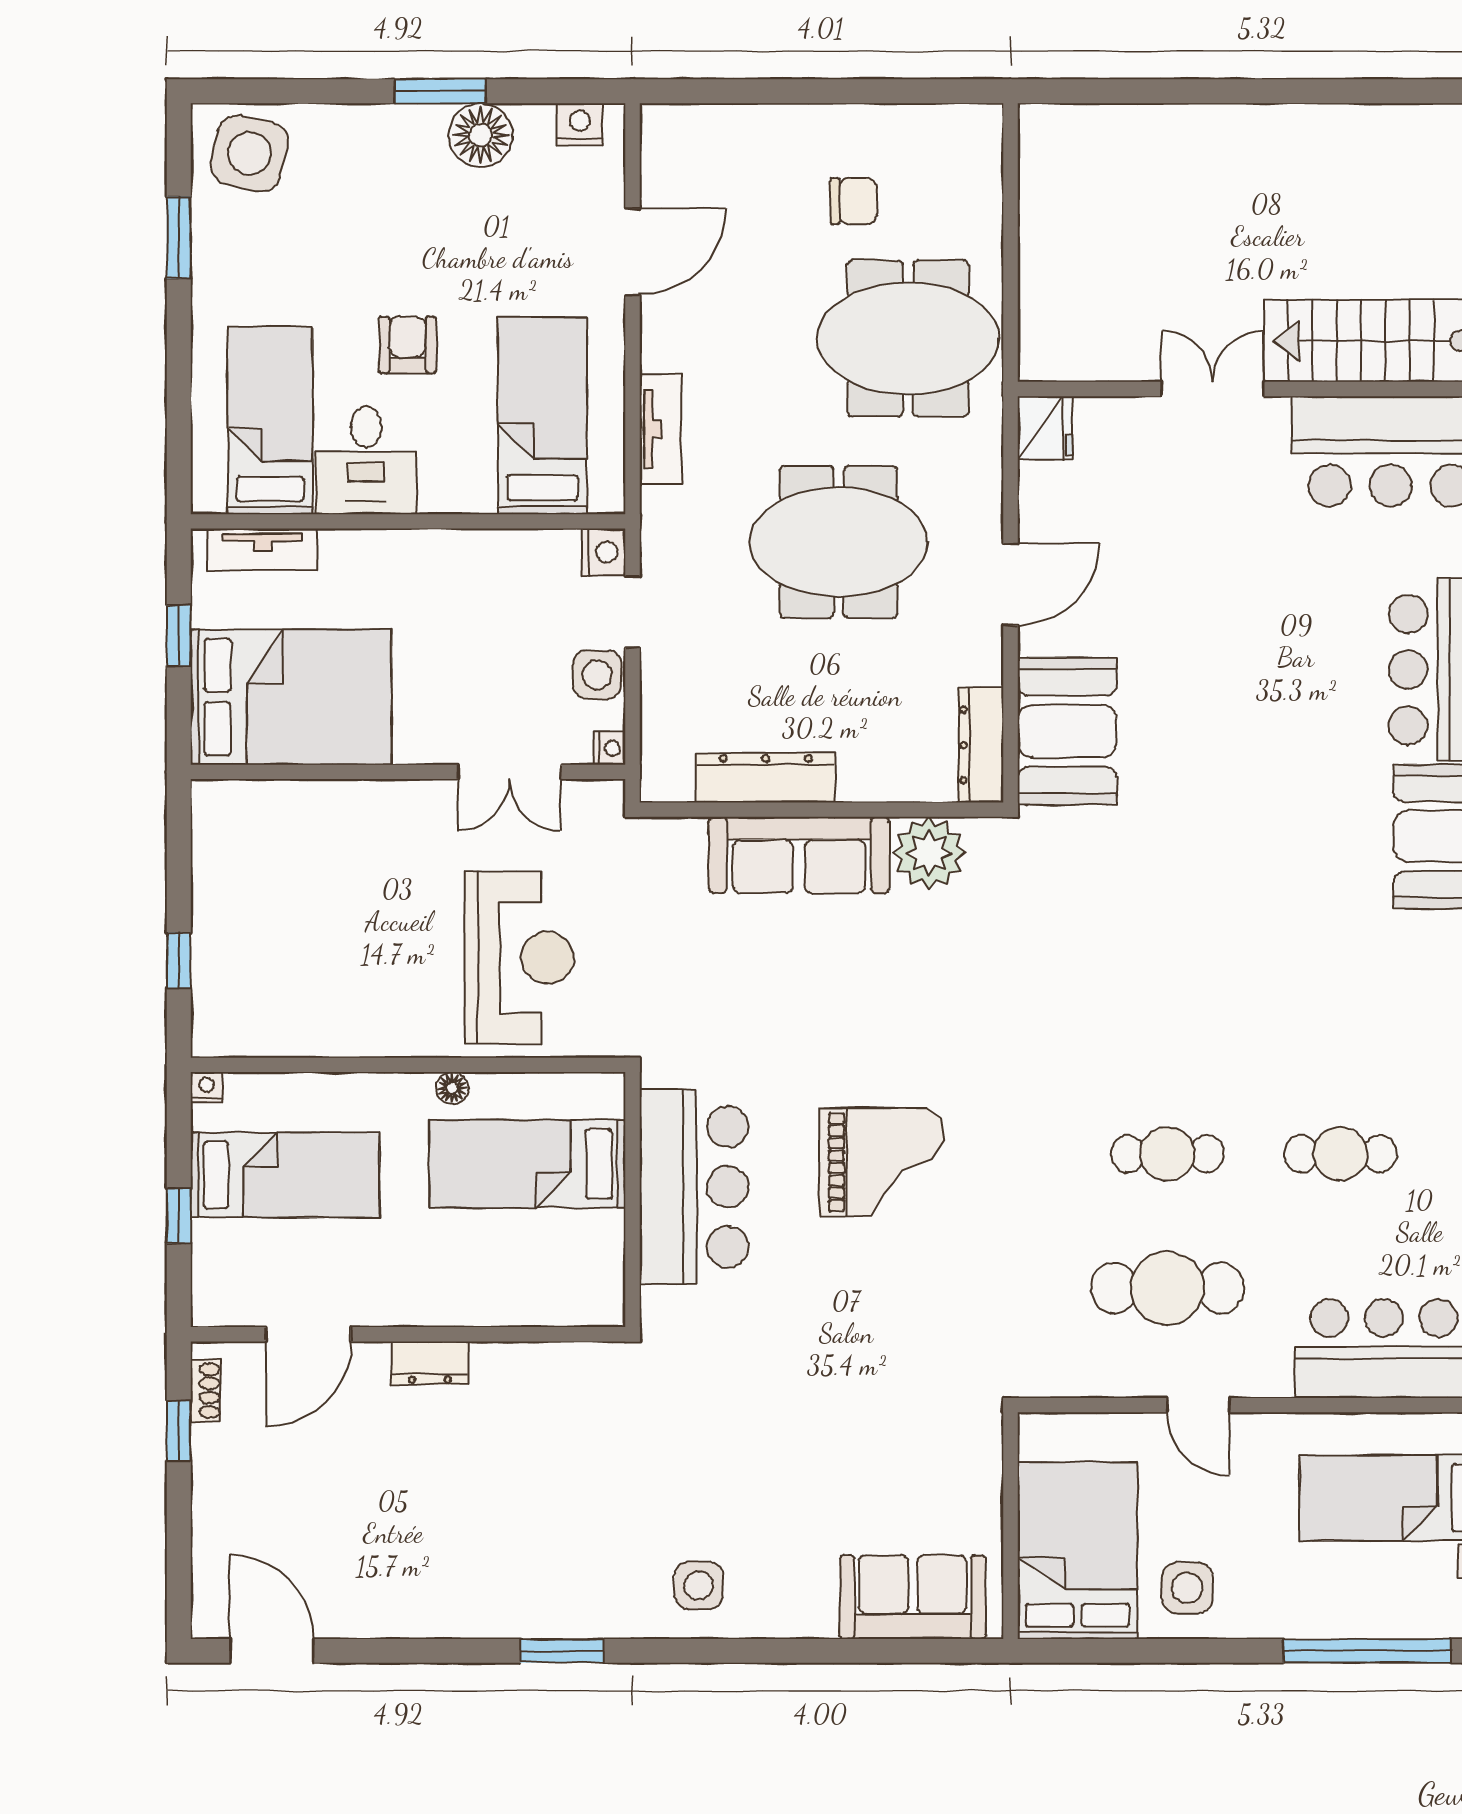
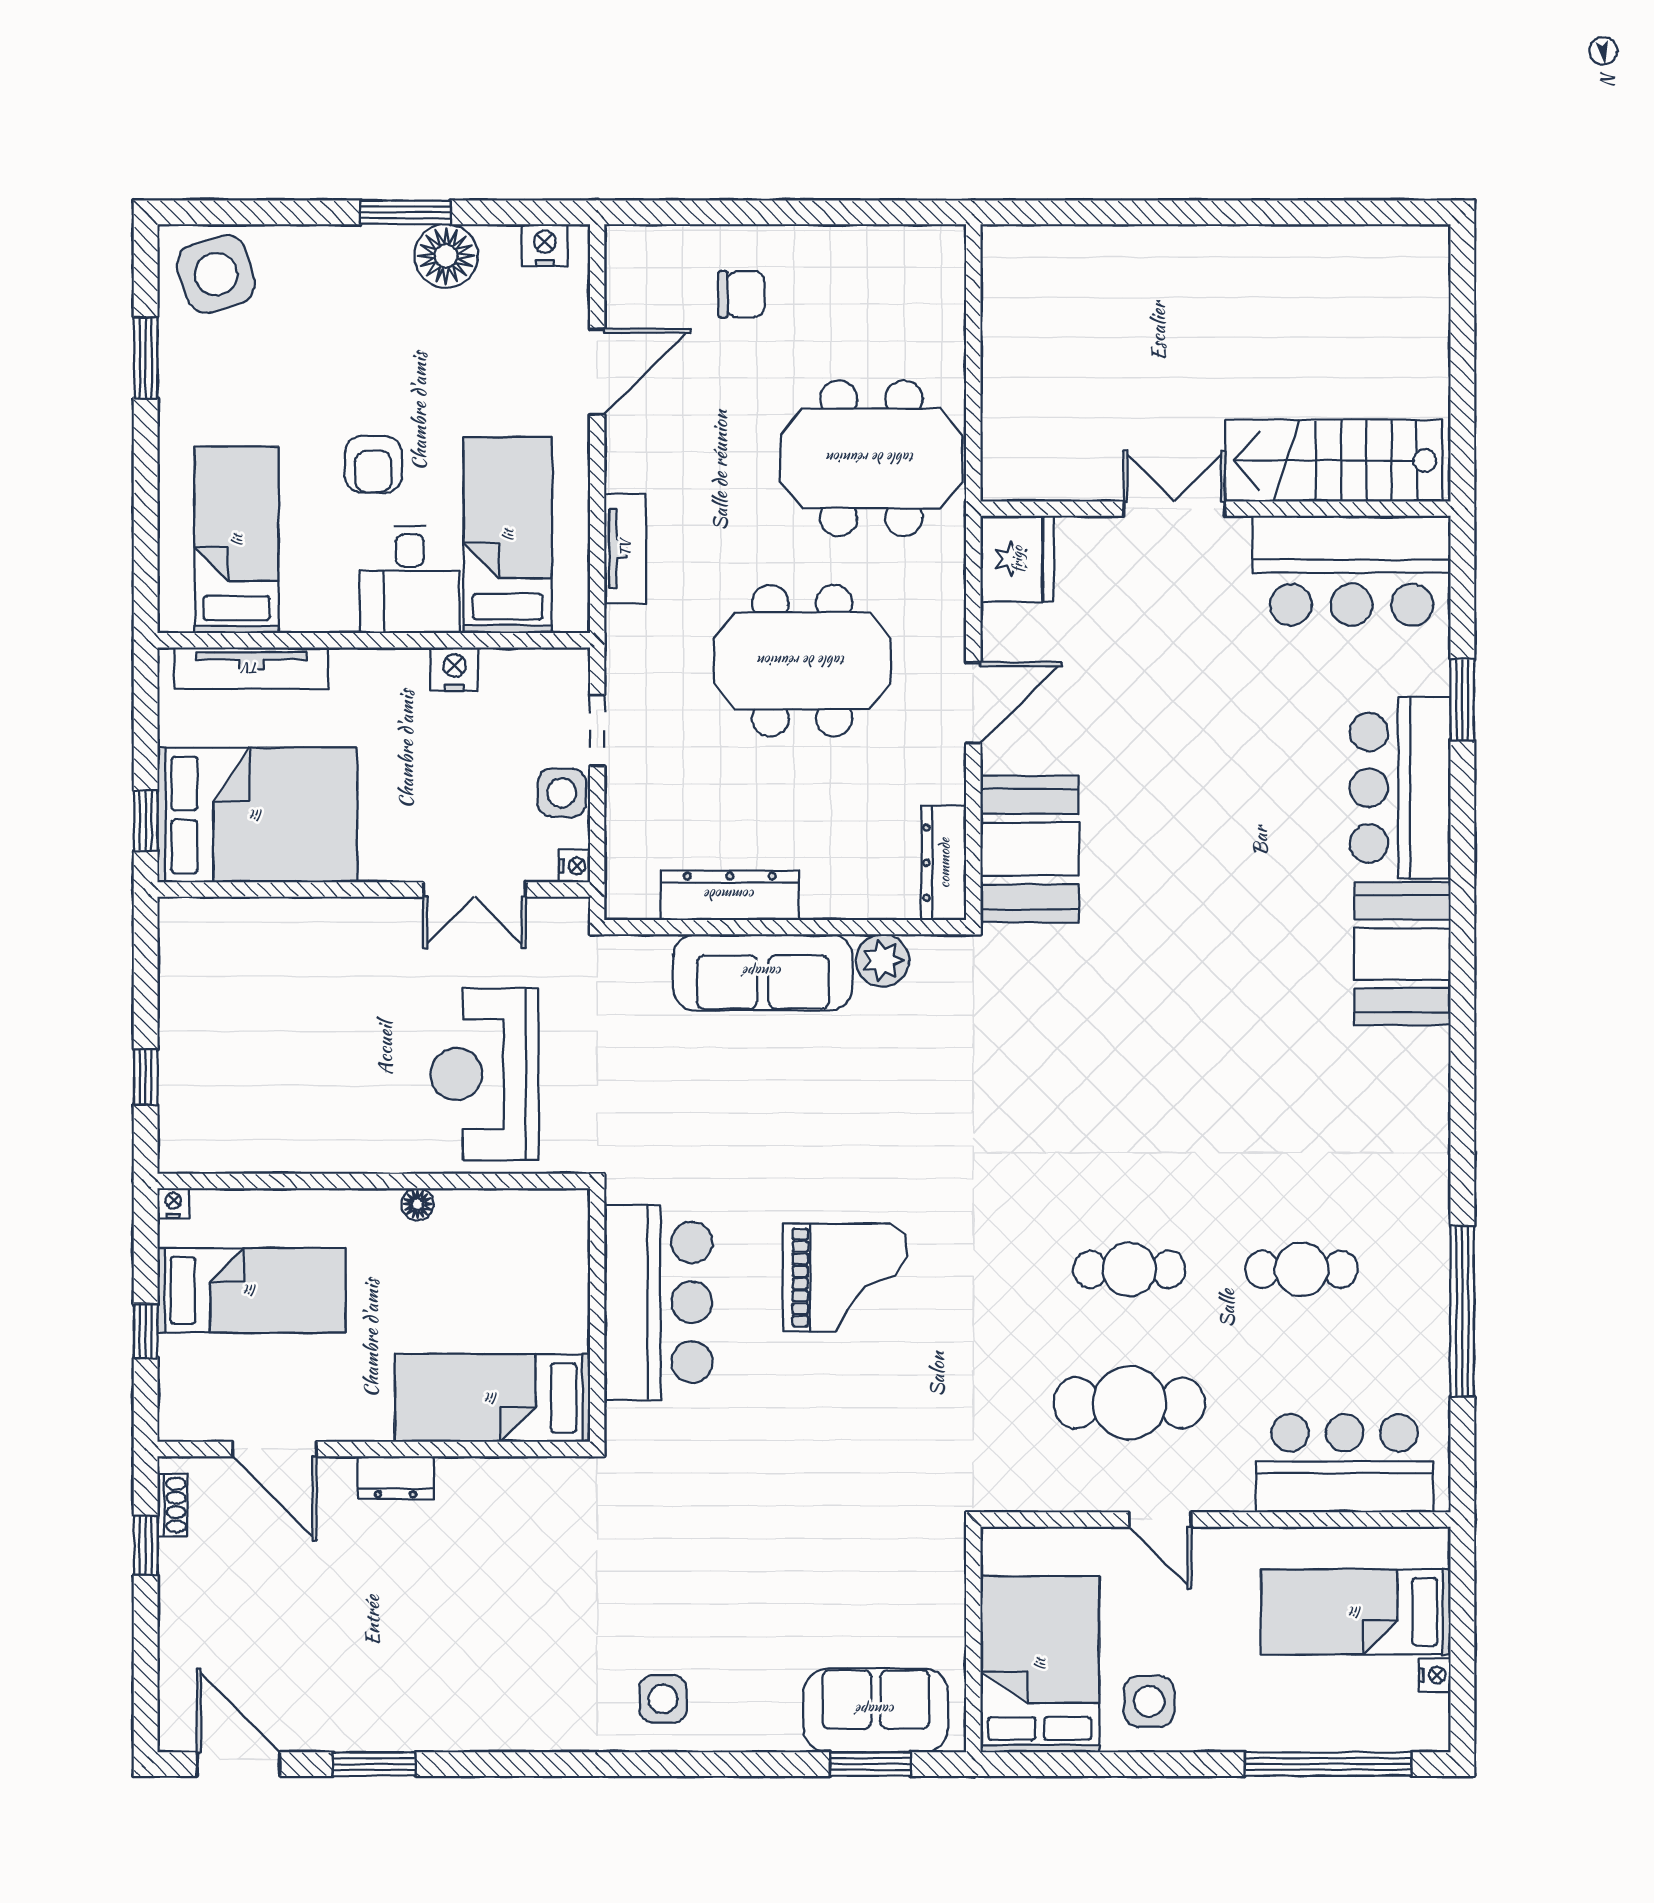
side table: (249, 153) -> (216, 274), turned -30
chair: (854, 201) -> (741, 294), moved
armchair: (408, 345) -> (373, 465), turned 180
fridge: (1045, 428) -> (1017, 559), width x1.36, depth x1.34
desk: (366, 460) -> (410, 579), moved
tv unit: (262, 549) -> (251, 668), width x1.41
nightstand: (603, 552) -> (454, 669), moved, turned -90
window: (179, 636) -> (146, 821), moved
plant: (929, 853) -> (883, 961), width x0.73, depth x0.73
reception desk: (519, 958) -> (484, 1074), turned 180
bed: (527, 1164) -> (492, 1398), moved
door: (308, 1334) -> (274, 1449), hinge flipped
window: (562, 1651) -> (374, 1764), moved
window: (907, 1651) -> (870, 1764), added

